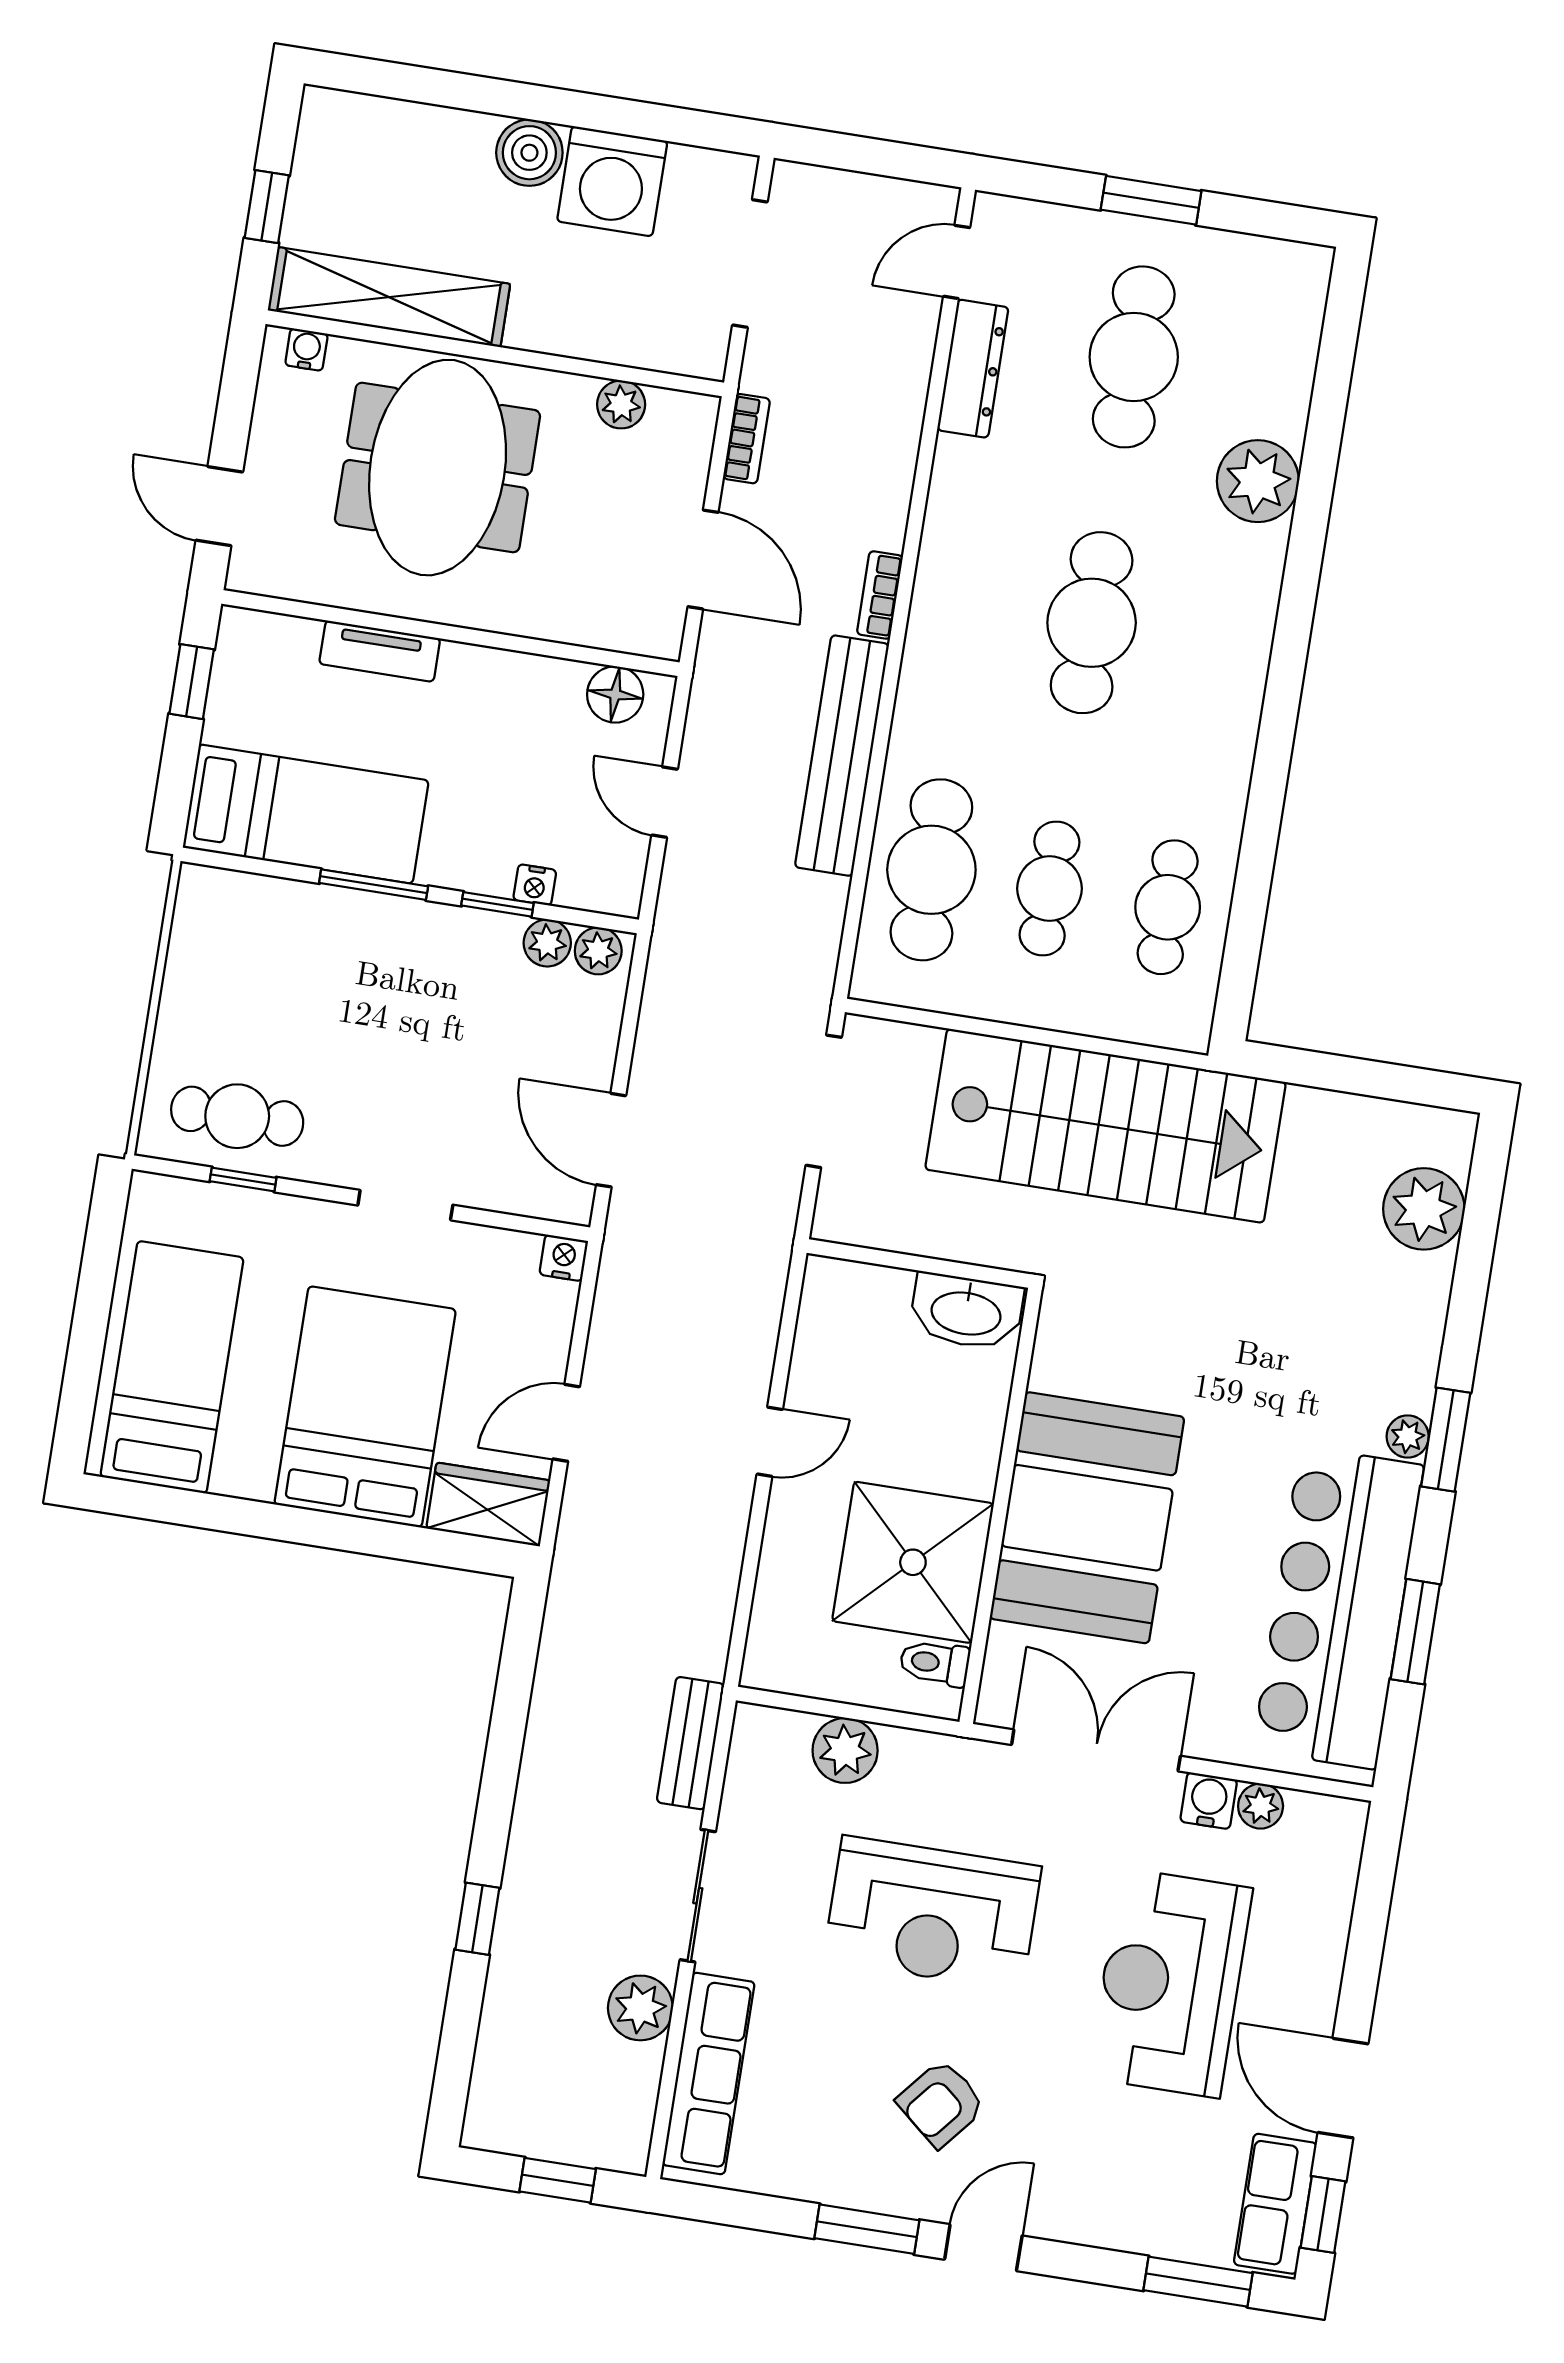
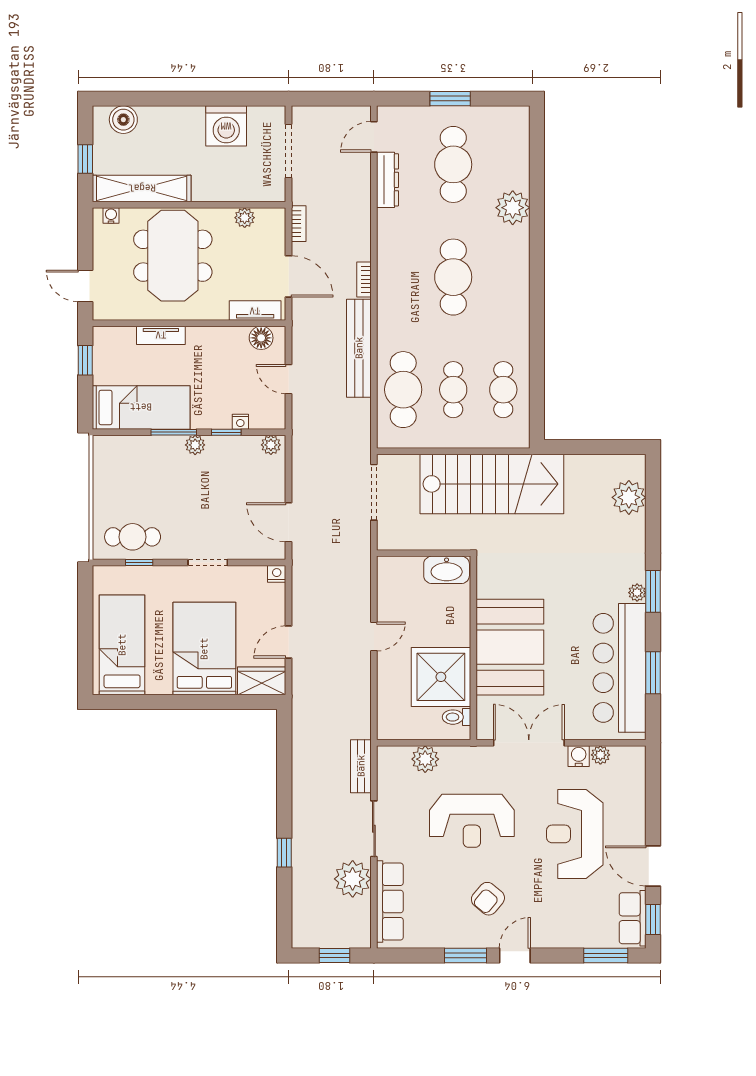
boiler: (529, 153) -> (123, 120), moved
tv unit: (611, 628) -> (255, 311), added
plant: (547, 943) -> (195, 445), moved
plant: (640, 2008) -> (353, 879), width x1.36, depth x1.36

